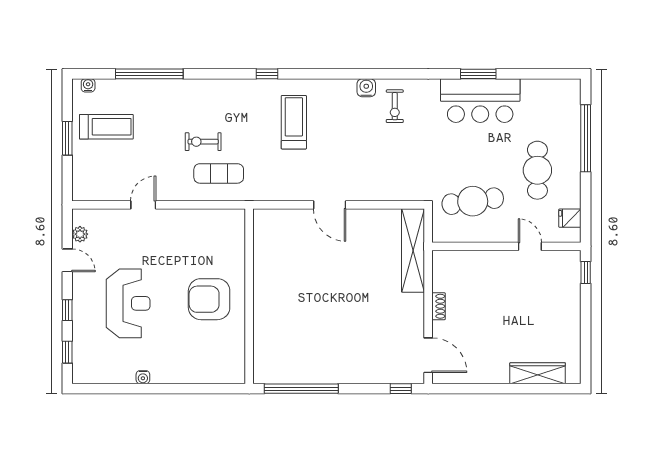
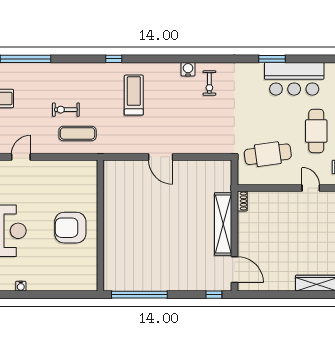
bar counter: (480, 101) -> (294, 79), moved
shelving: (413, 250) -> (223, 224), moved
shoe rack: (439, 306) -> (242, 201), moved

